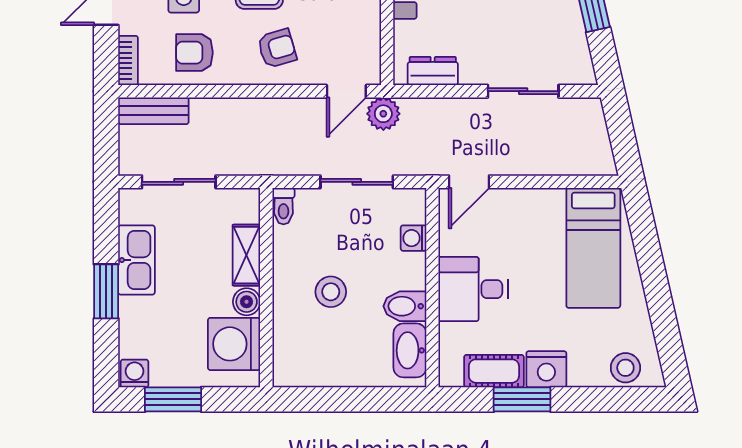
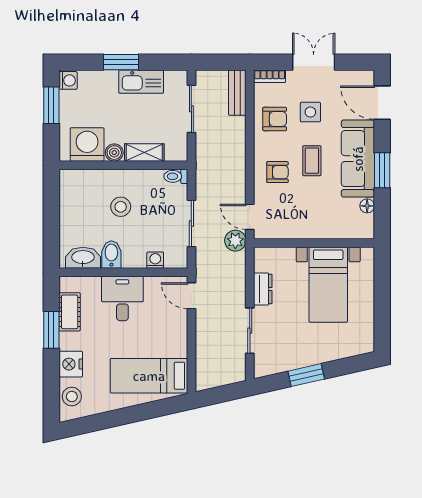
armchair: (277, 48) -> (277, 172), turned -74
armchair: (194, 53) -> (275, 119), turned 90
dresser: (433, 71) -> (263, 289), moved
nightstand: (546, 369) -> (71, 364), moved

